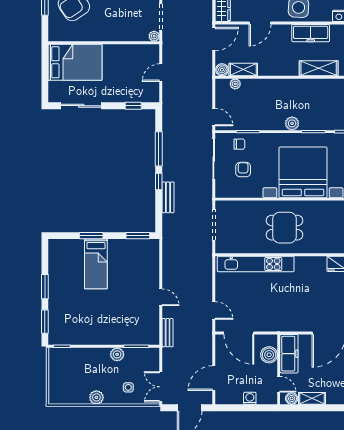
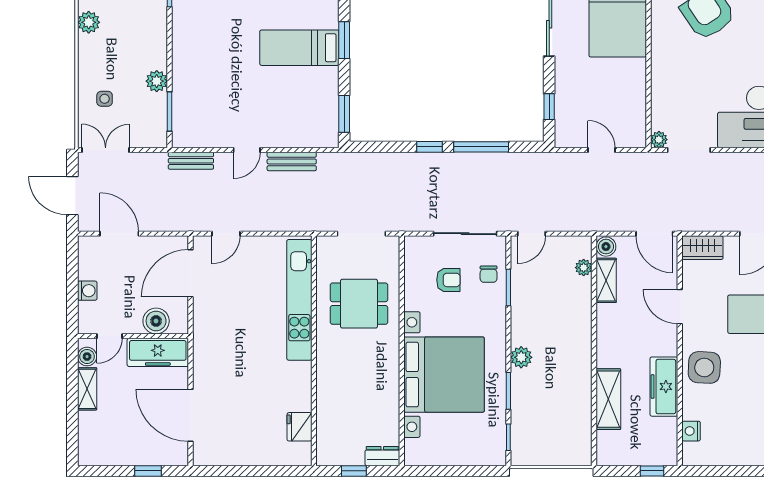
bench: (168, 197) -> (292, 161), moved
dining table: (285, 228) -> (359, 304), moved, turned 90
plant: (96, 397) -> (89, 22), moved

